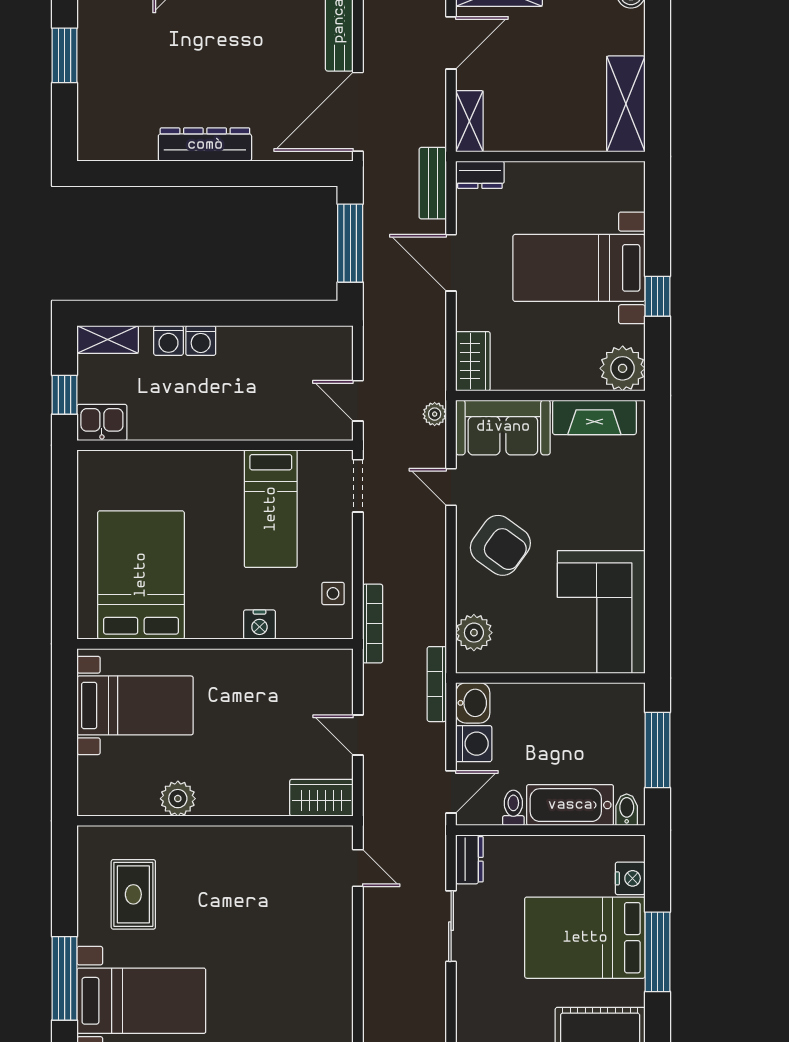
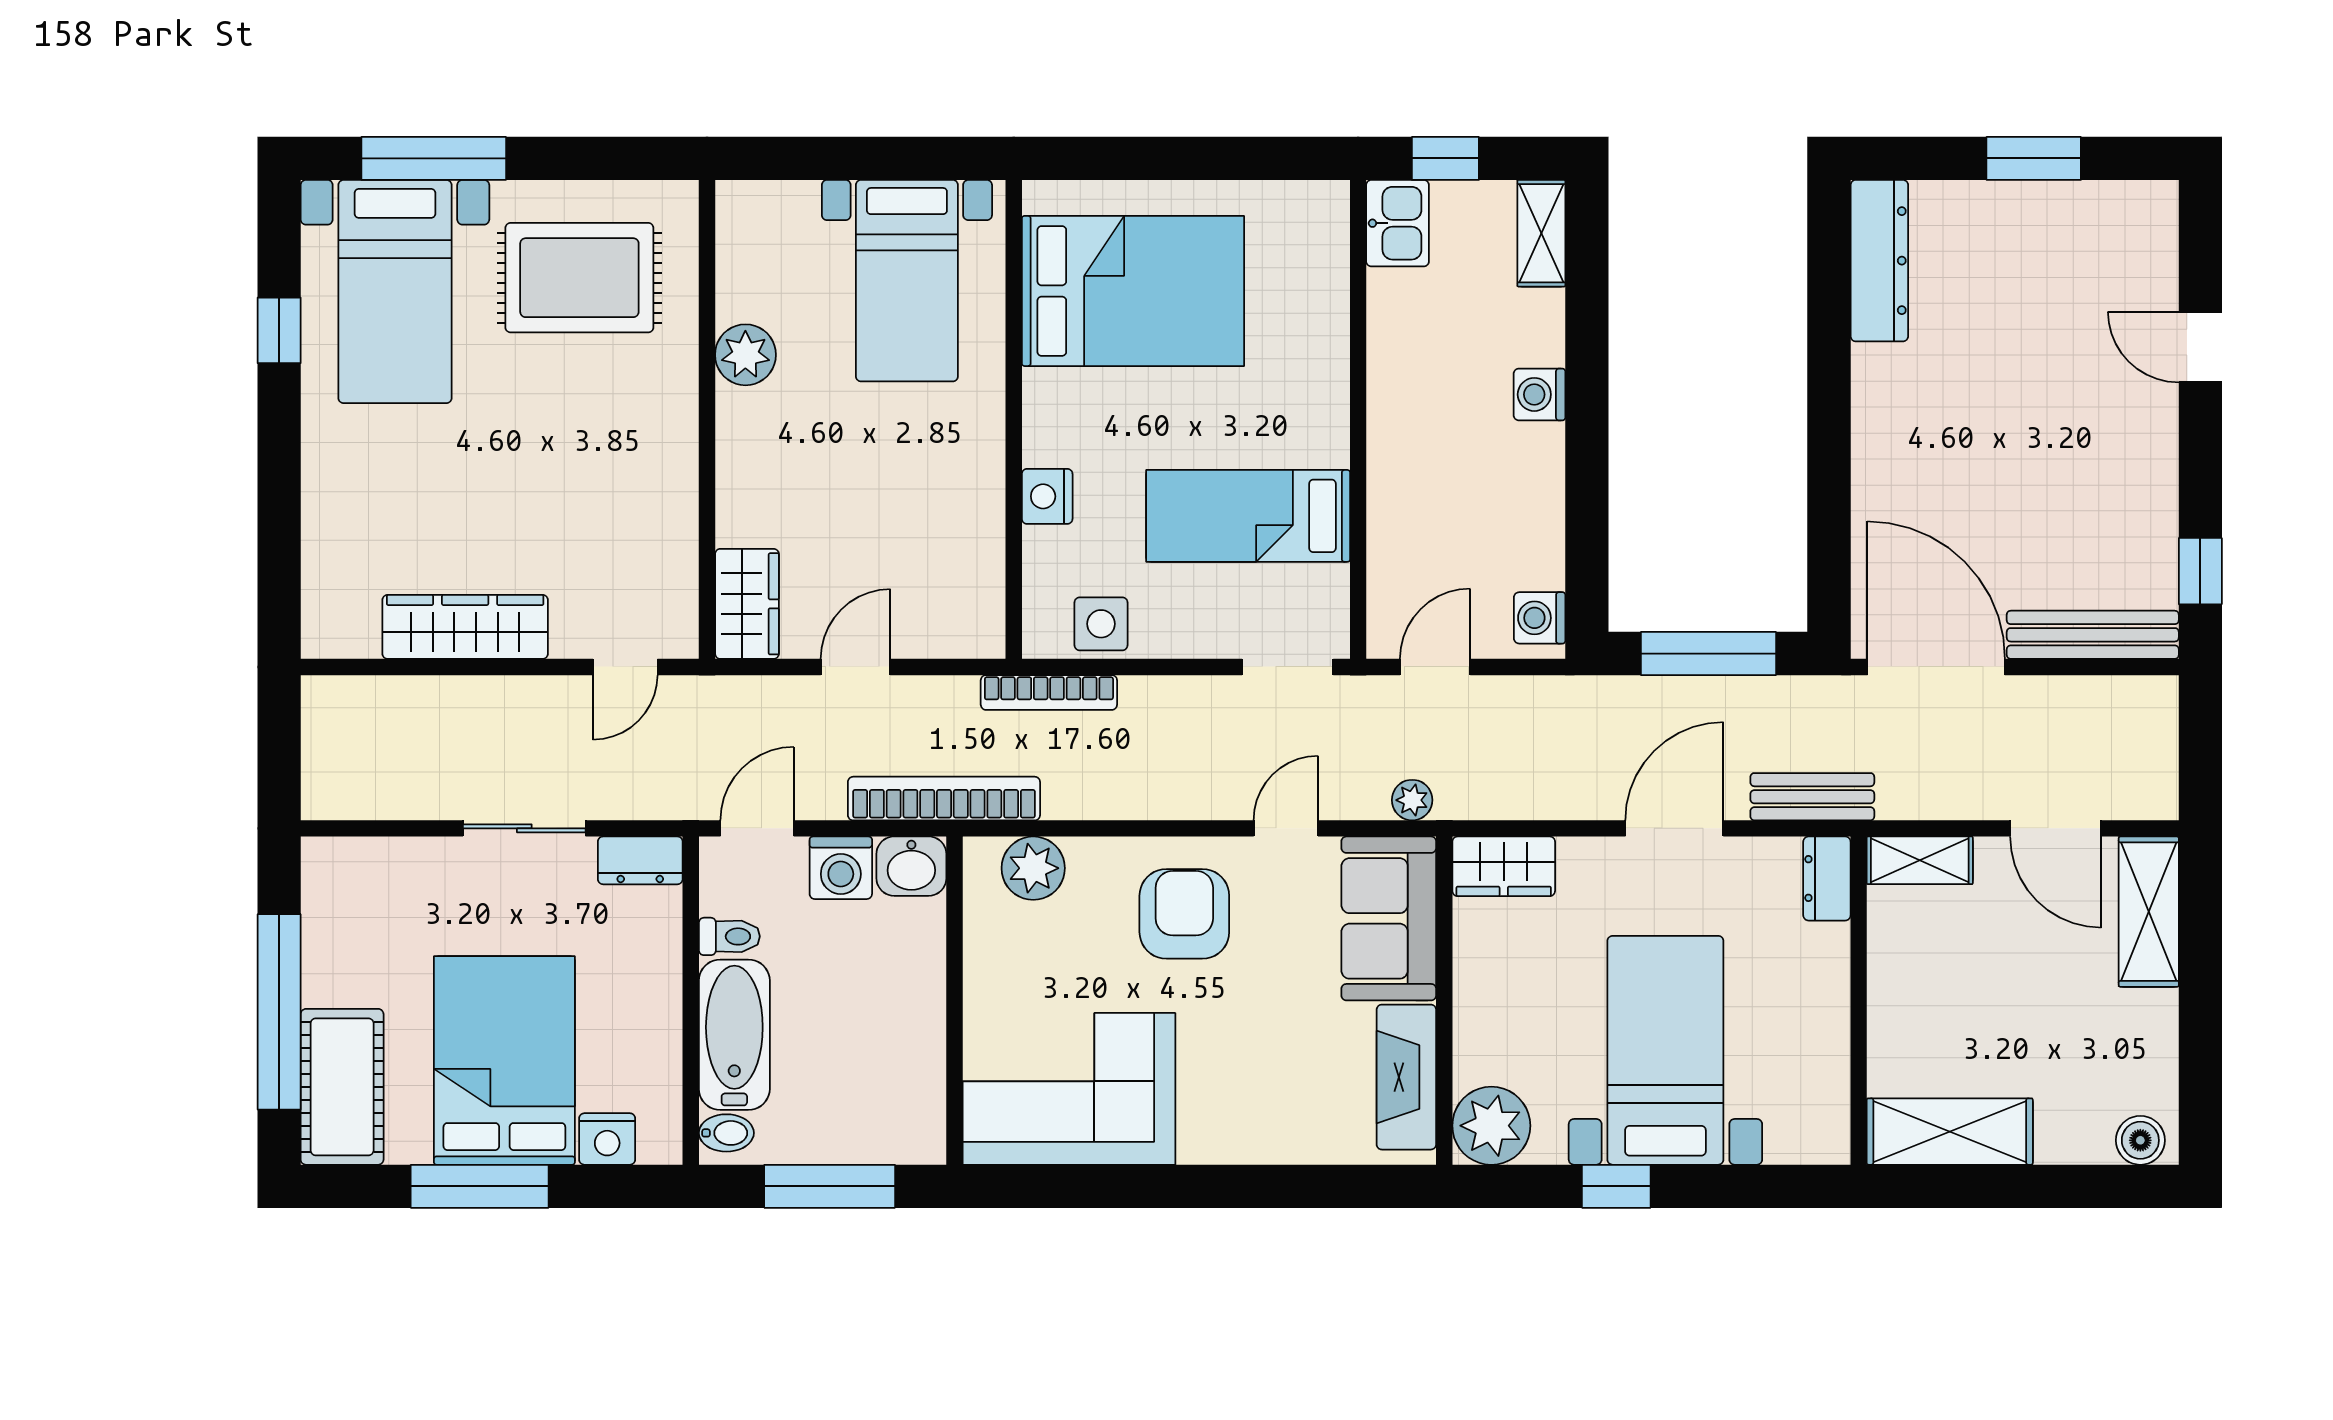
dresser: (205, 145) -> (1879, 261), moved
washing machine: (168, 340) -> (1540, 618), moved
armchair: (500, 545) -> (1184, 914), turned 144
side table: (333, 593) -> (1101, 624), width x1.37, depth x1.37
bookcase: (437, 684) -> (944, 799), width x1.48, depth x1.31
door: (451, 792) -> (757, 828), swing flipped
rug: (133, 894) -> (579, 278), width x1.36, depth x1.43
wardrobe: (335, 960) -> (465, 627), added

